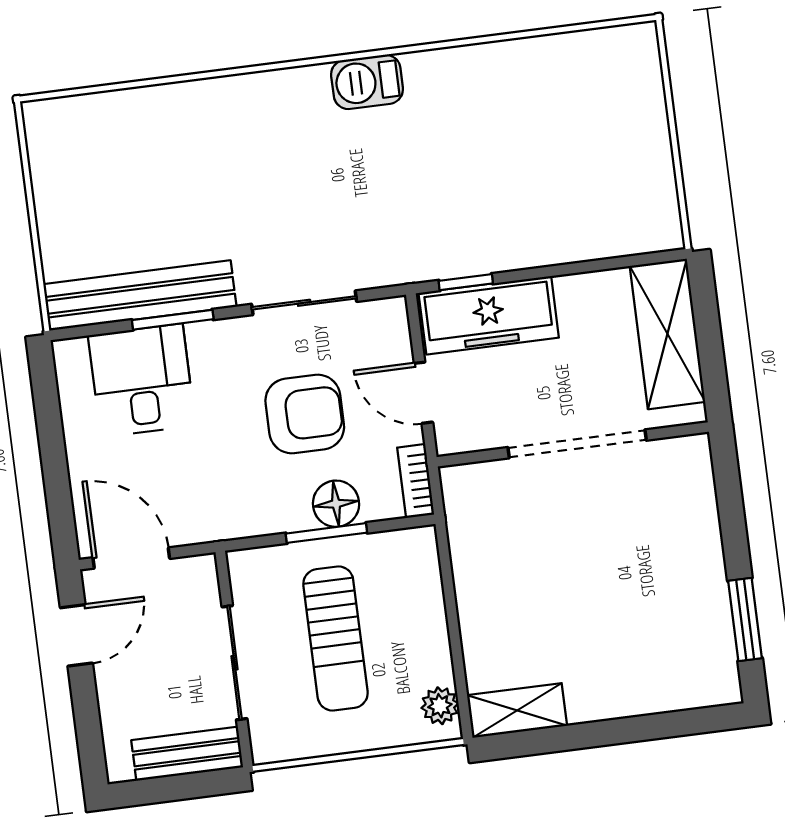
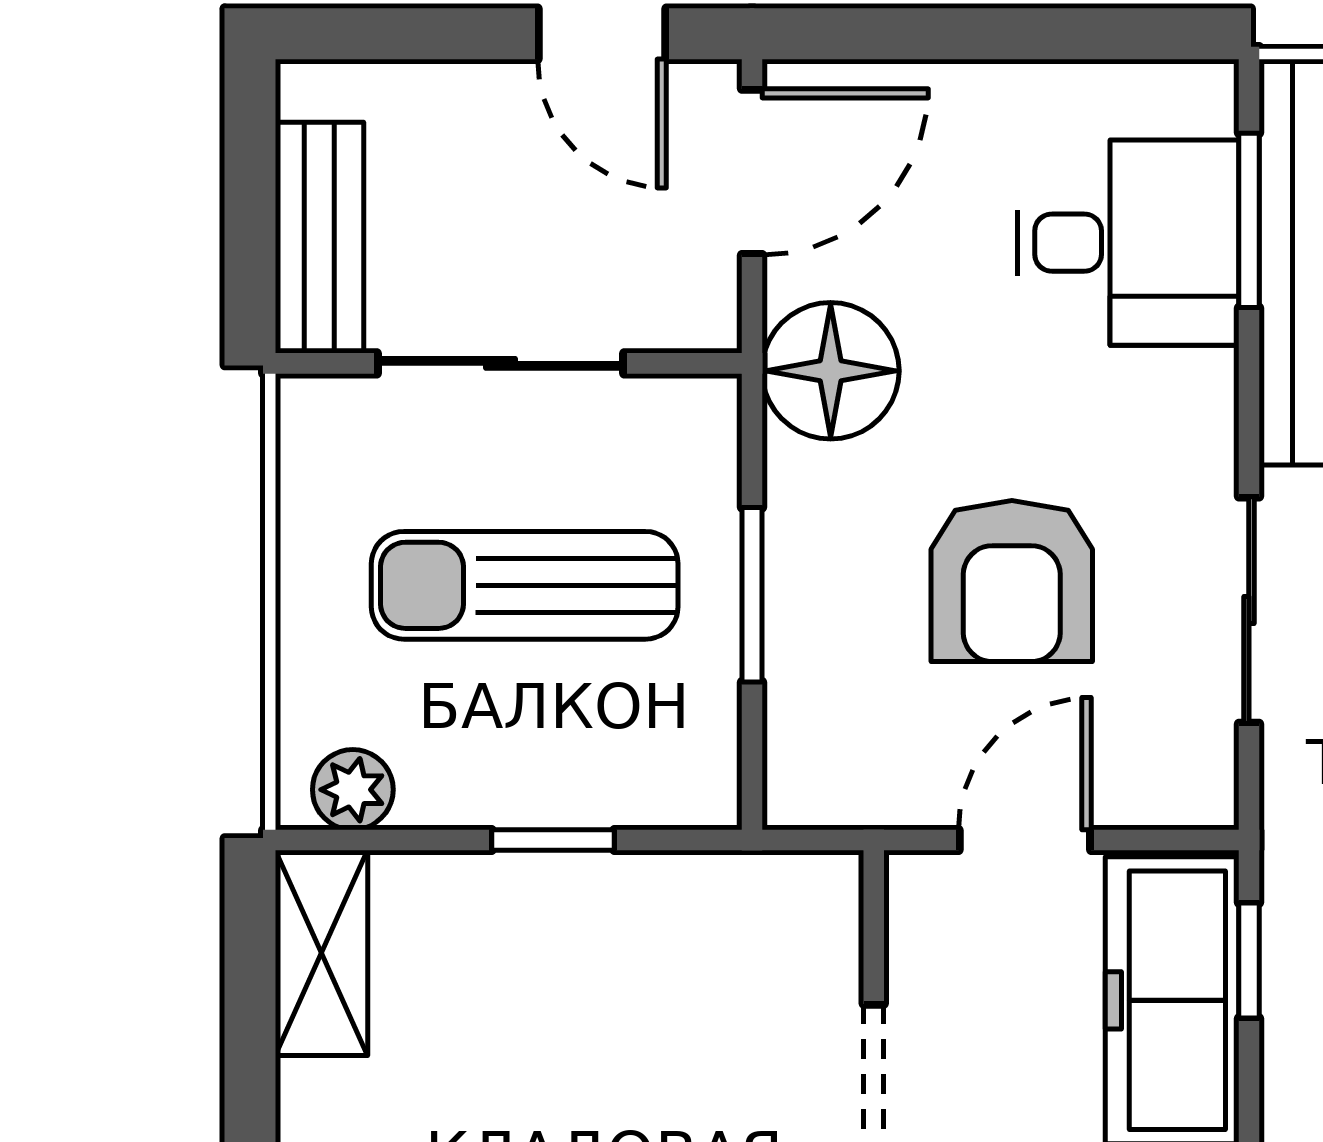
window: (173, 320) -> (1249, 220), moved
bookcase: (416, 481) -> (839, 799), removed
floor lamp: (336, 504) -> (831, 371), moved, width x1.38, depth x1.38
window: (451, 610) -> (553, 840), added

